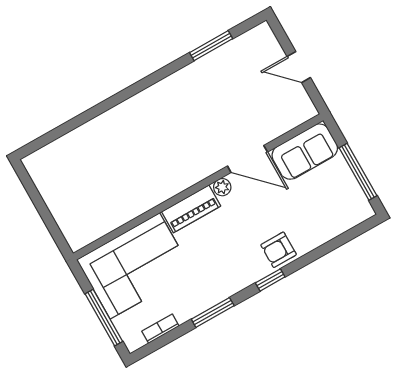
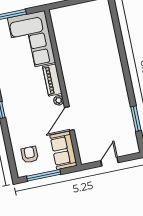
armchair: (279, 250) -> (30, 155), moved

